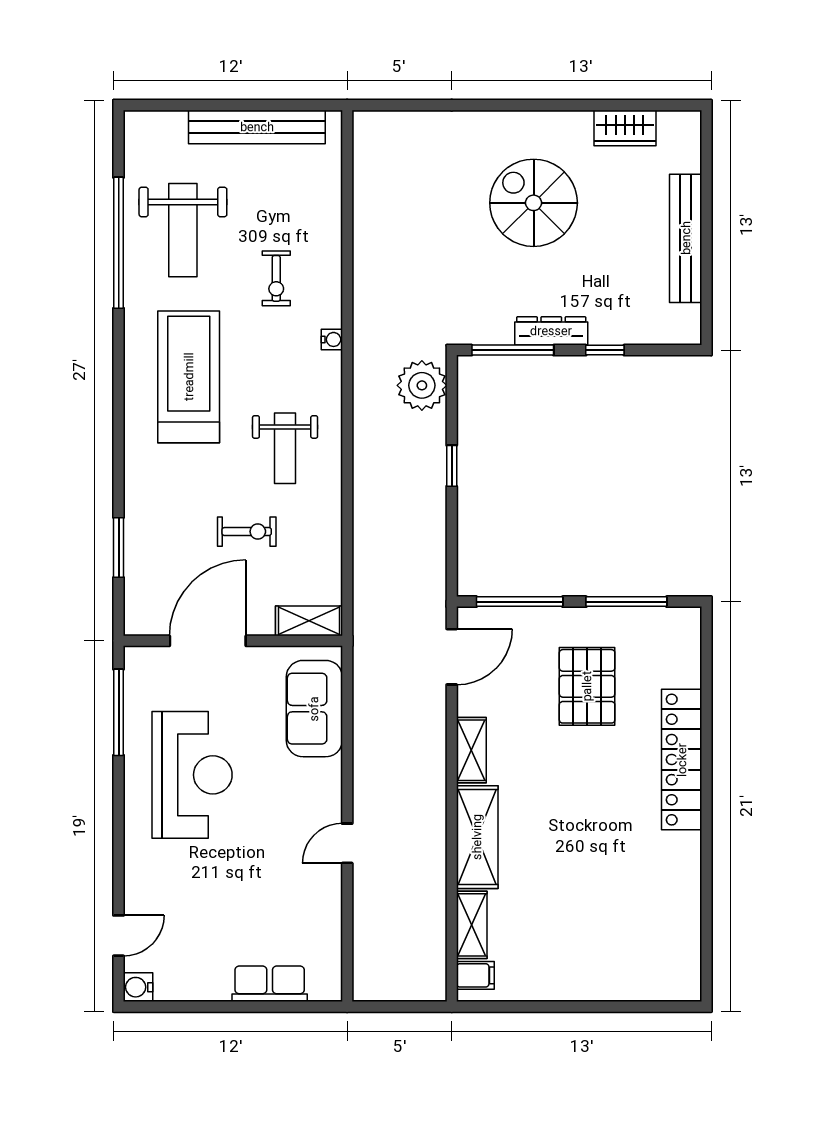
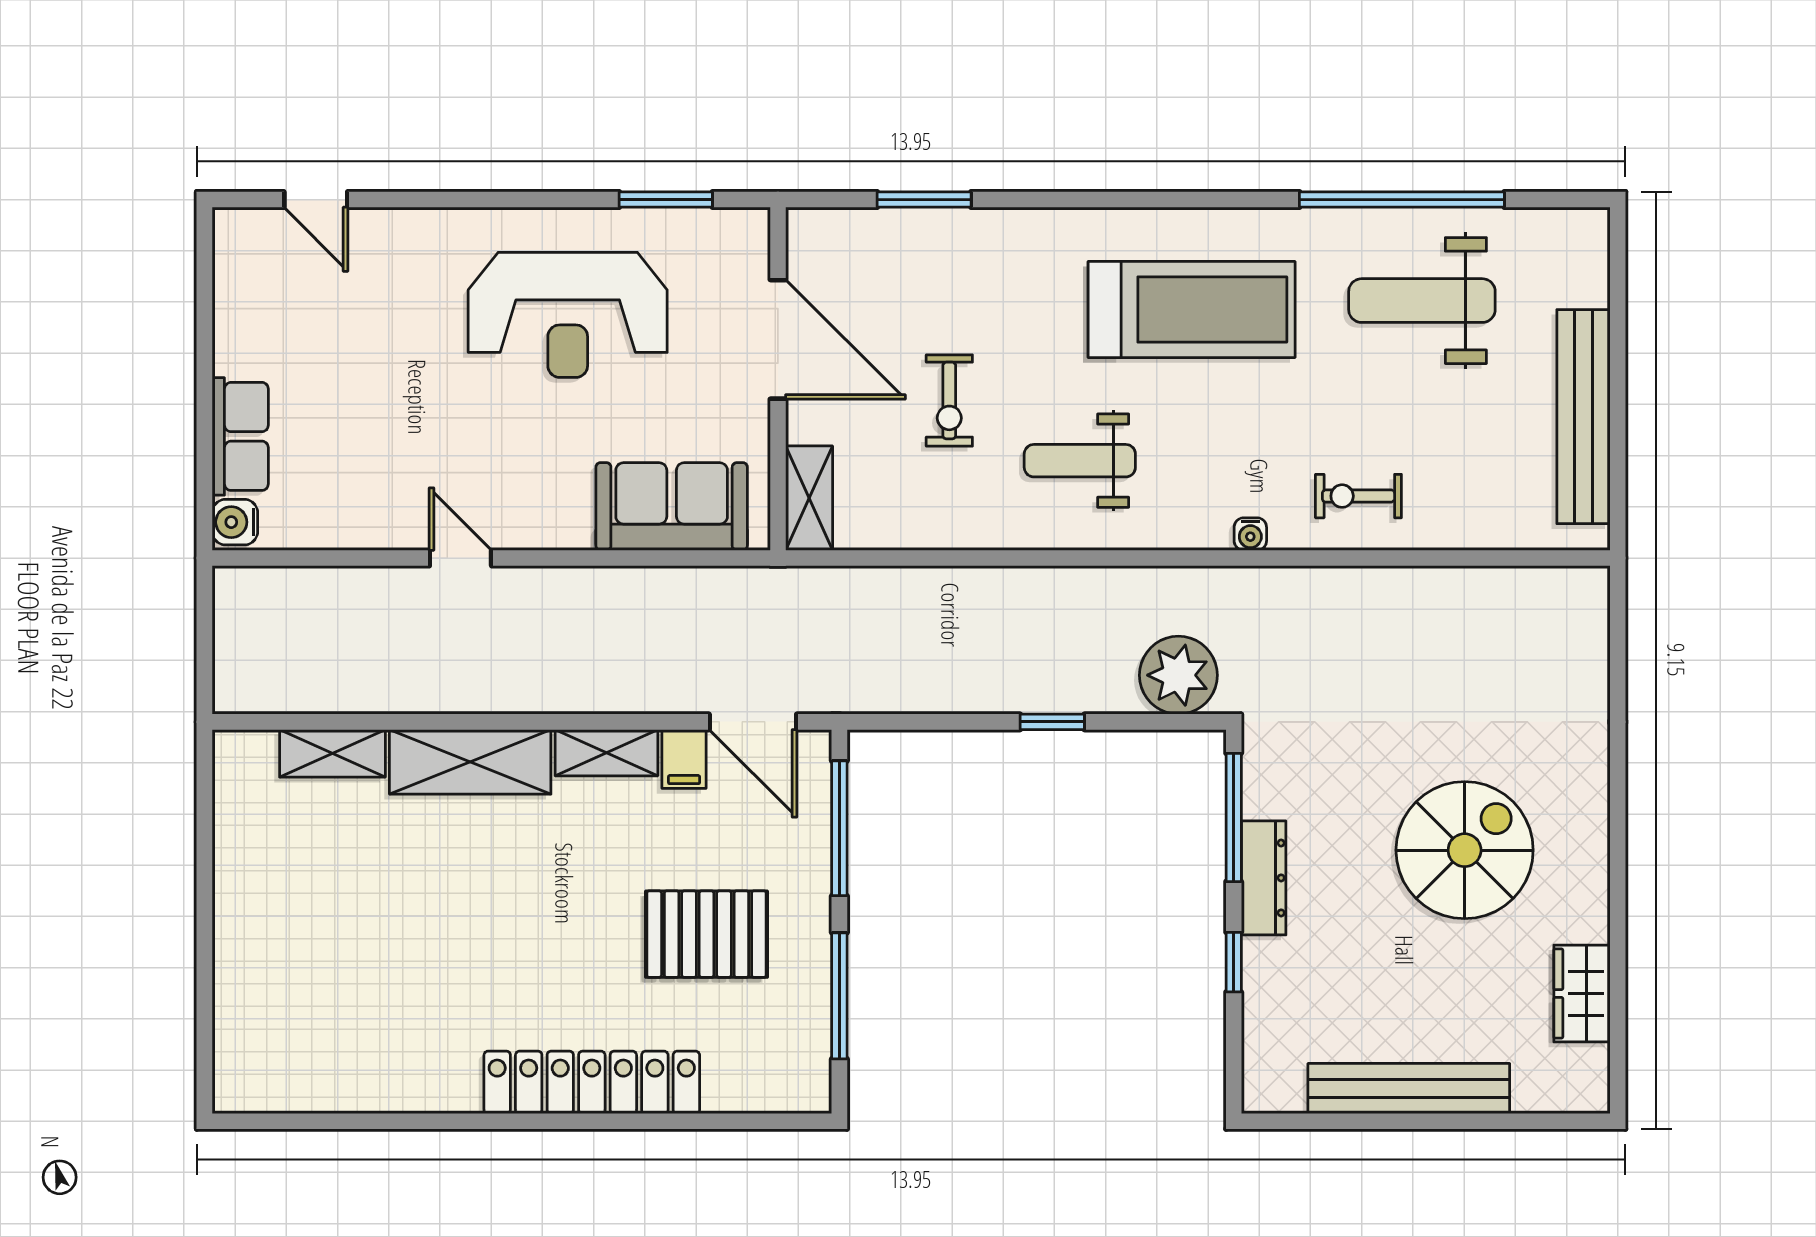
exercise bike: (276, 278) -> (1358, 496), moved
window: (119, 712) -> (666, 200), width x0.69
filing cabinet: (475, 975) -> (684, 759), moved
water cooler: (138, 987) -> (235, 522), moved, turned -90

